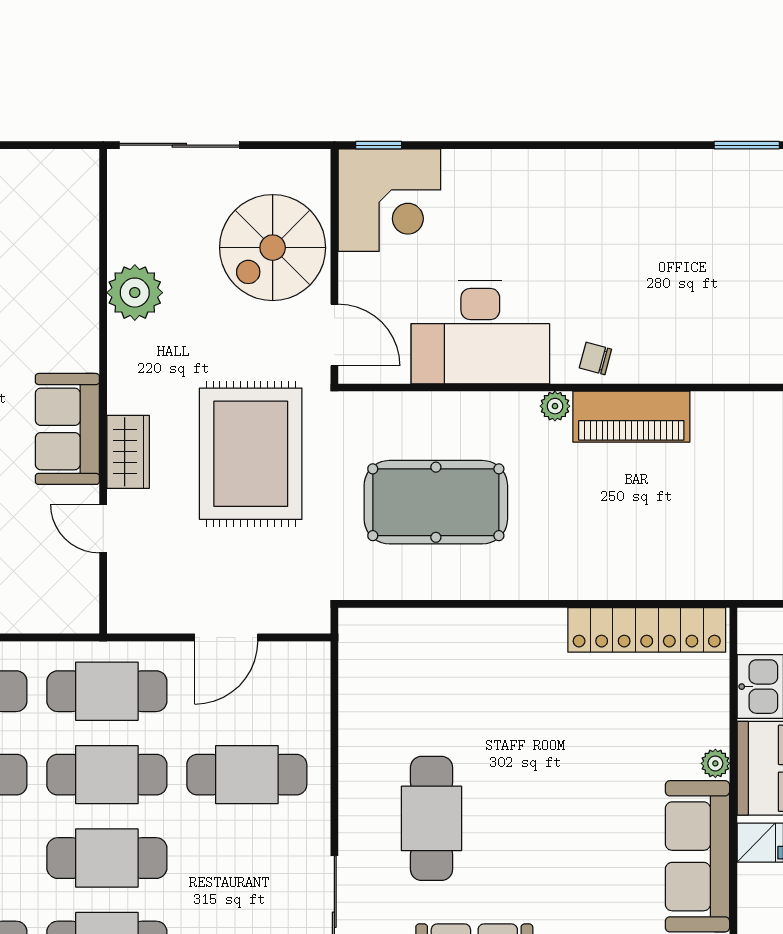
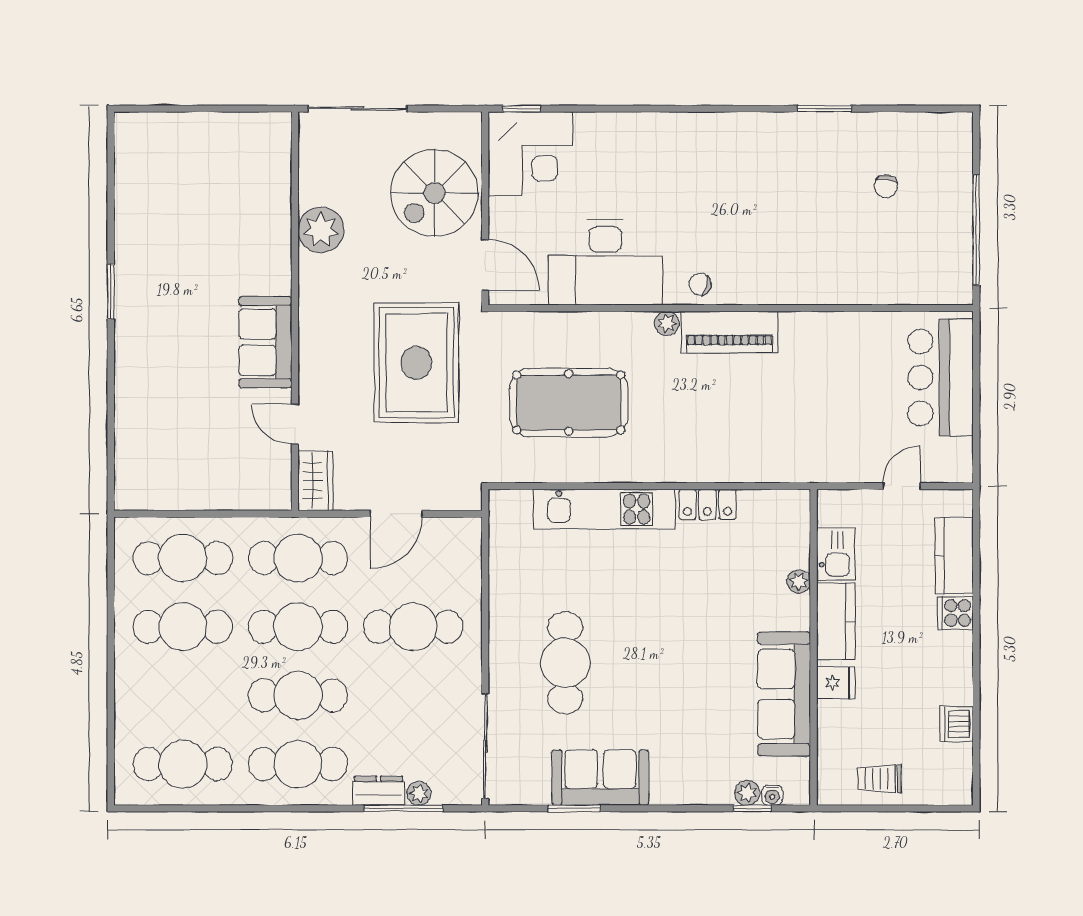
wardrobe: (128, 452) -> (315, 481), moved
locker: (647, 630) -> (707, 504), width x0.46, depth x0.83
kitchen unit: (479, 632) -> (604, 509), added
plant: (715, 763) -> (799, 581), moved

